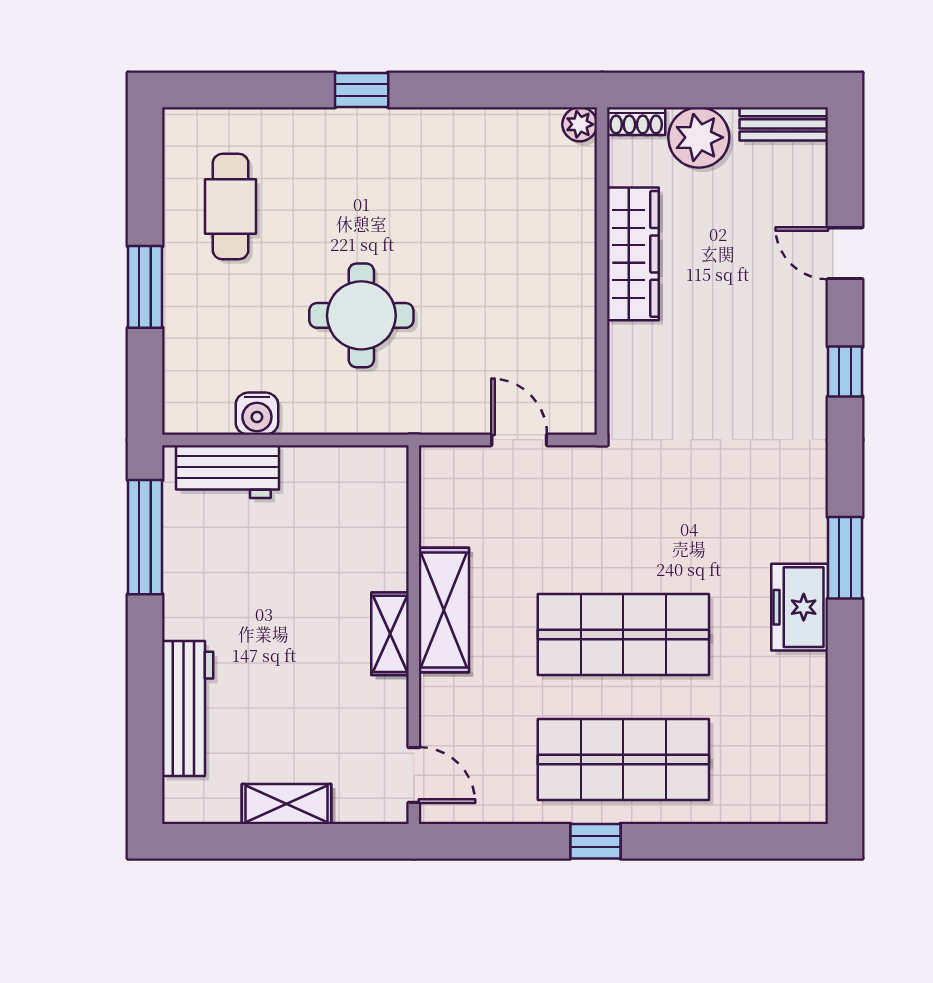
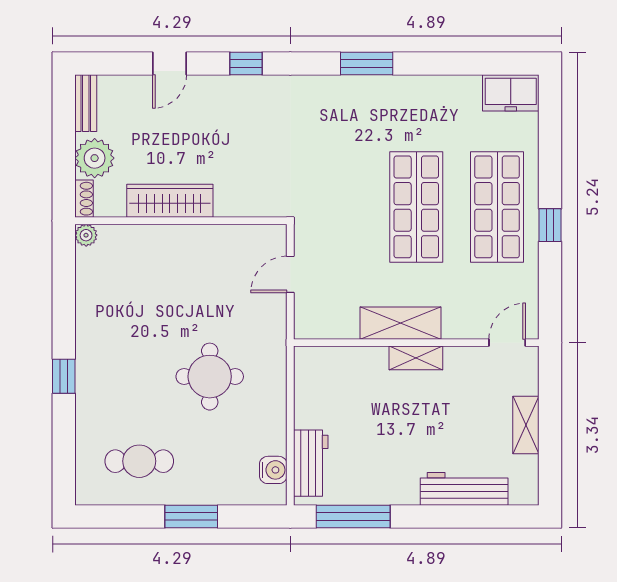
water cooler: (257, 414) -> (273, 470), moved
freezer: (800, 607) -> (511, 93), moved

